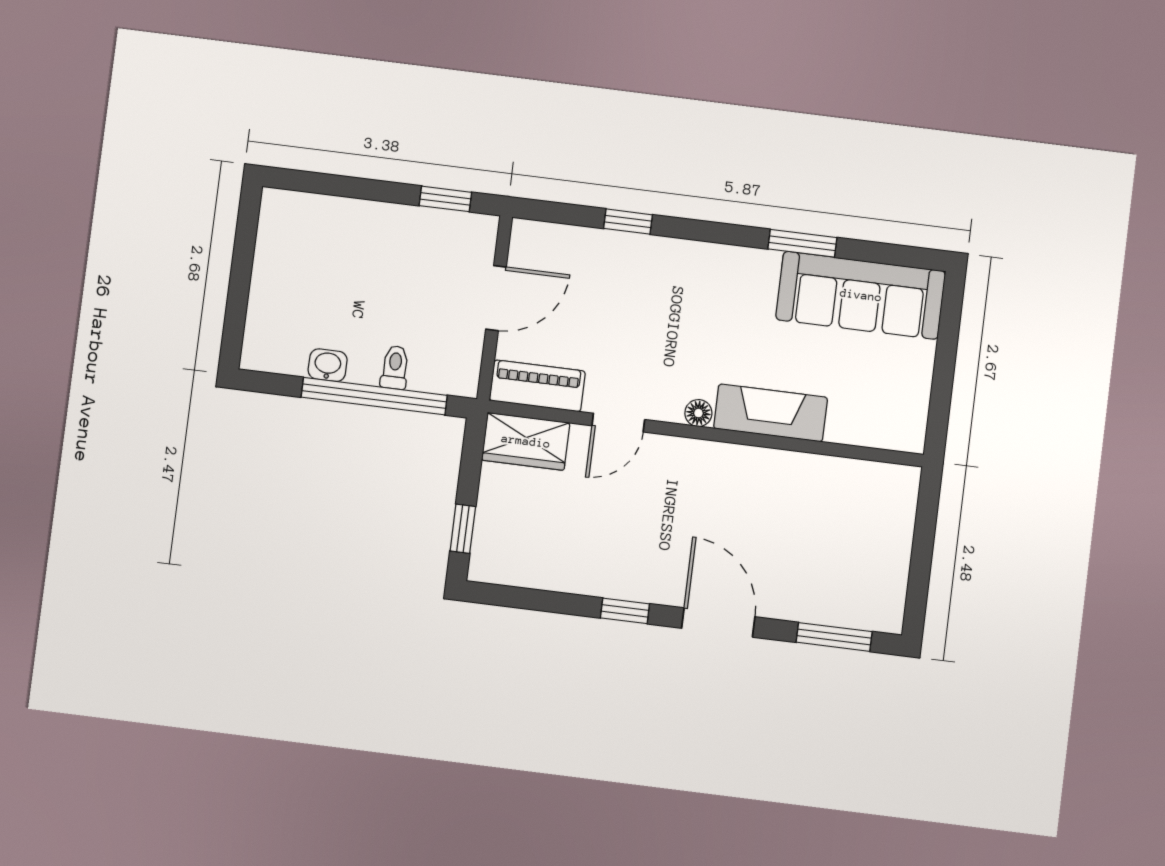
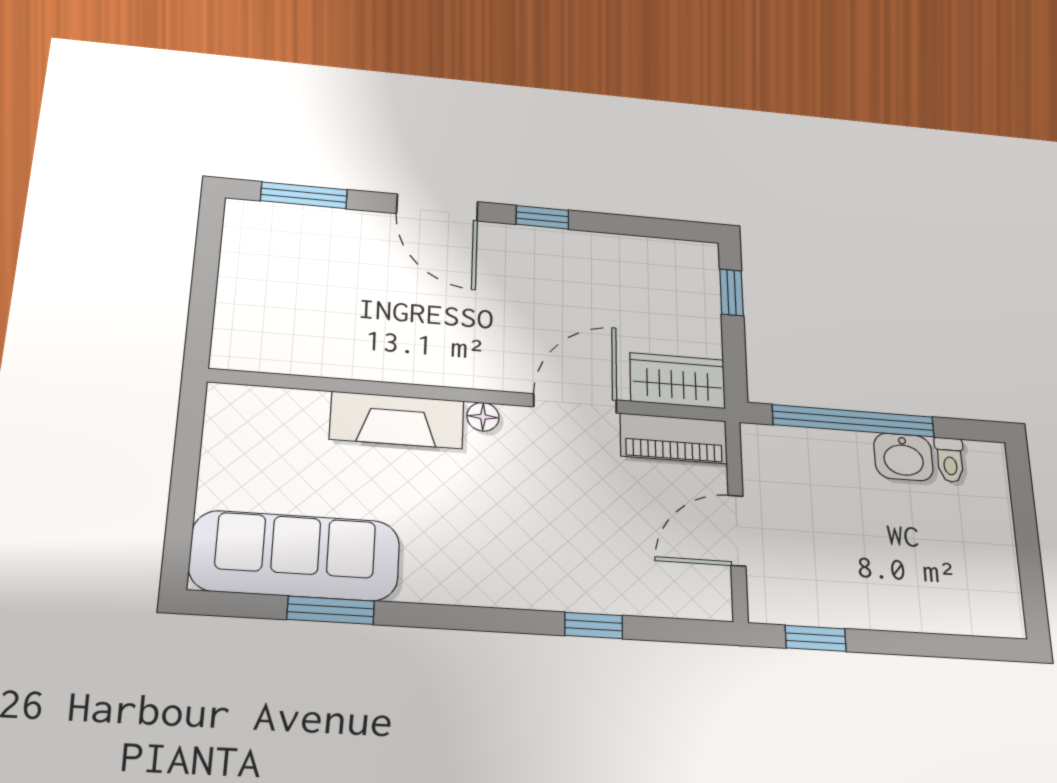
window: (802, 243) -> (331, 610), moved
washbasin: (328, 365) -> (903, 457), width x1.38, depth x1.45
toilet: (395, 367) -> (950, 460), moved
door: (618, 423) -> (575, 403), width x1.38

